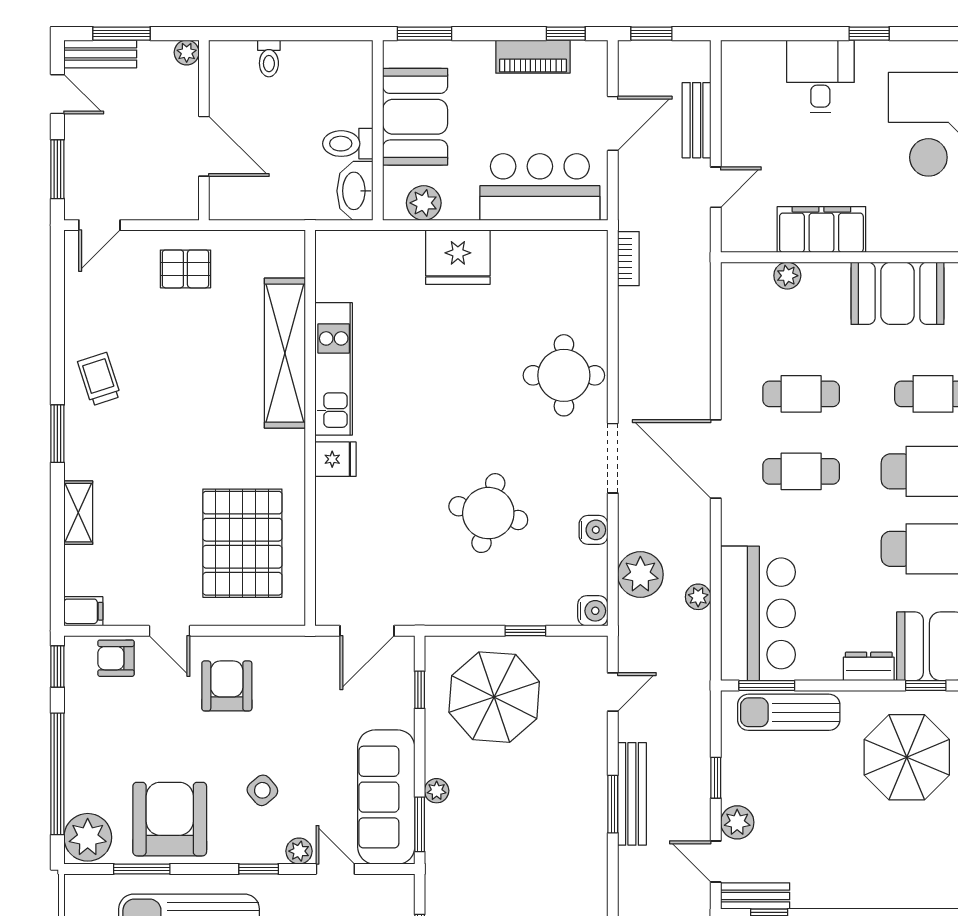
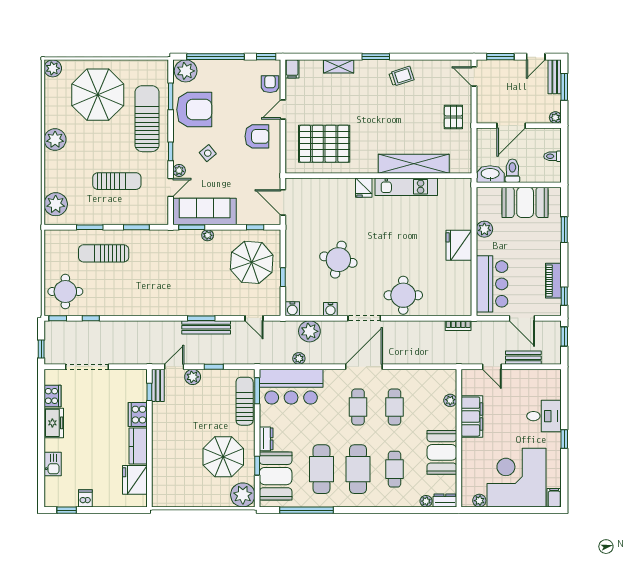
booth: (415, 117) -> (525, 202), moved
wall: (378, 130) -> (519, 185), moved
toilet: (348, 144) -> (512, 171), moved
washbasin: (355, 191) -> (490, 174), moved

